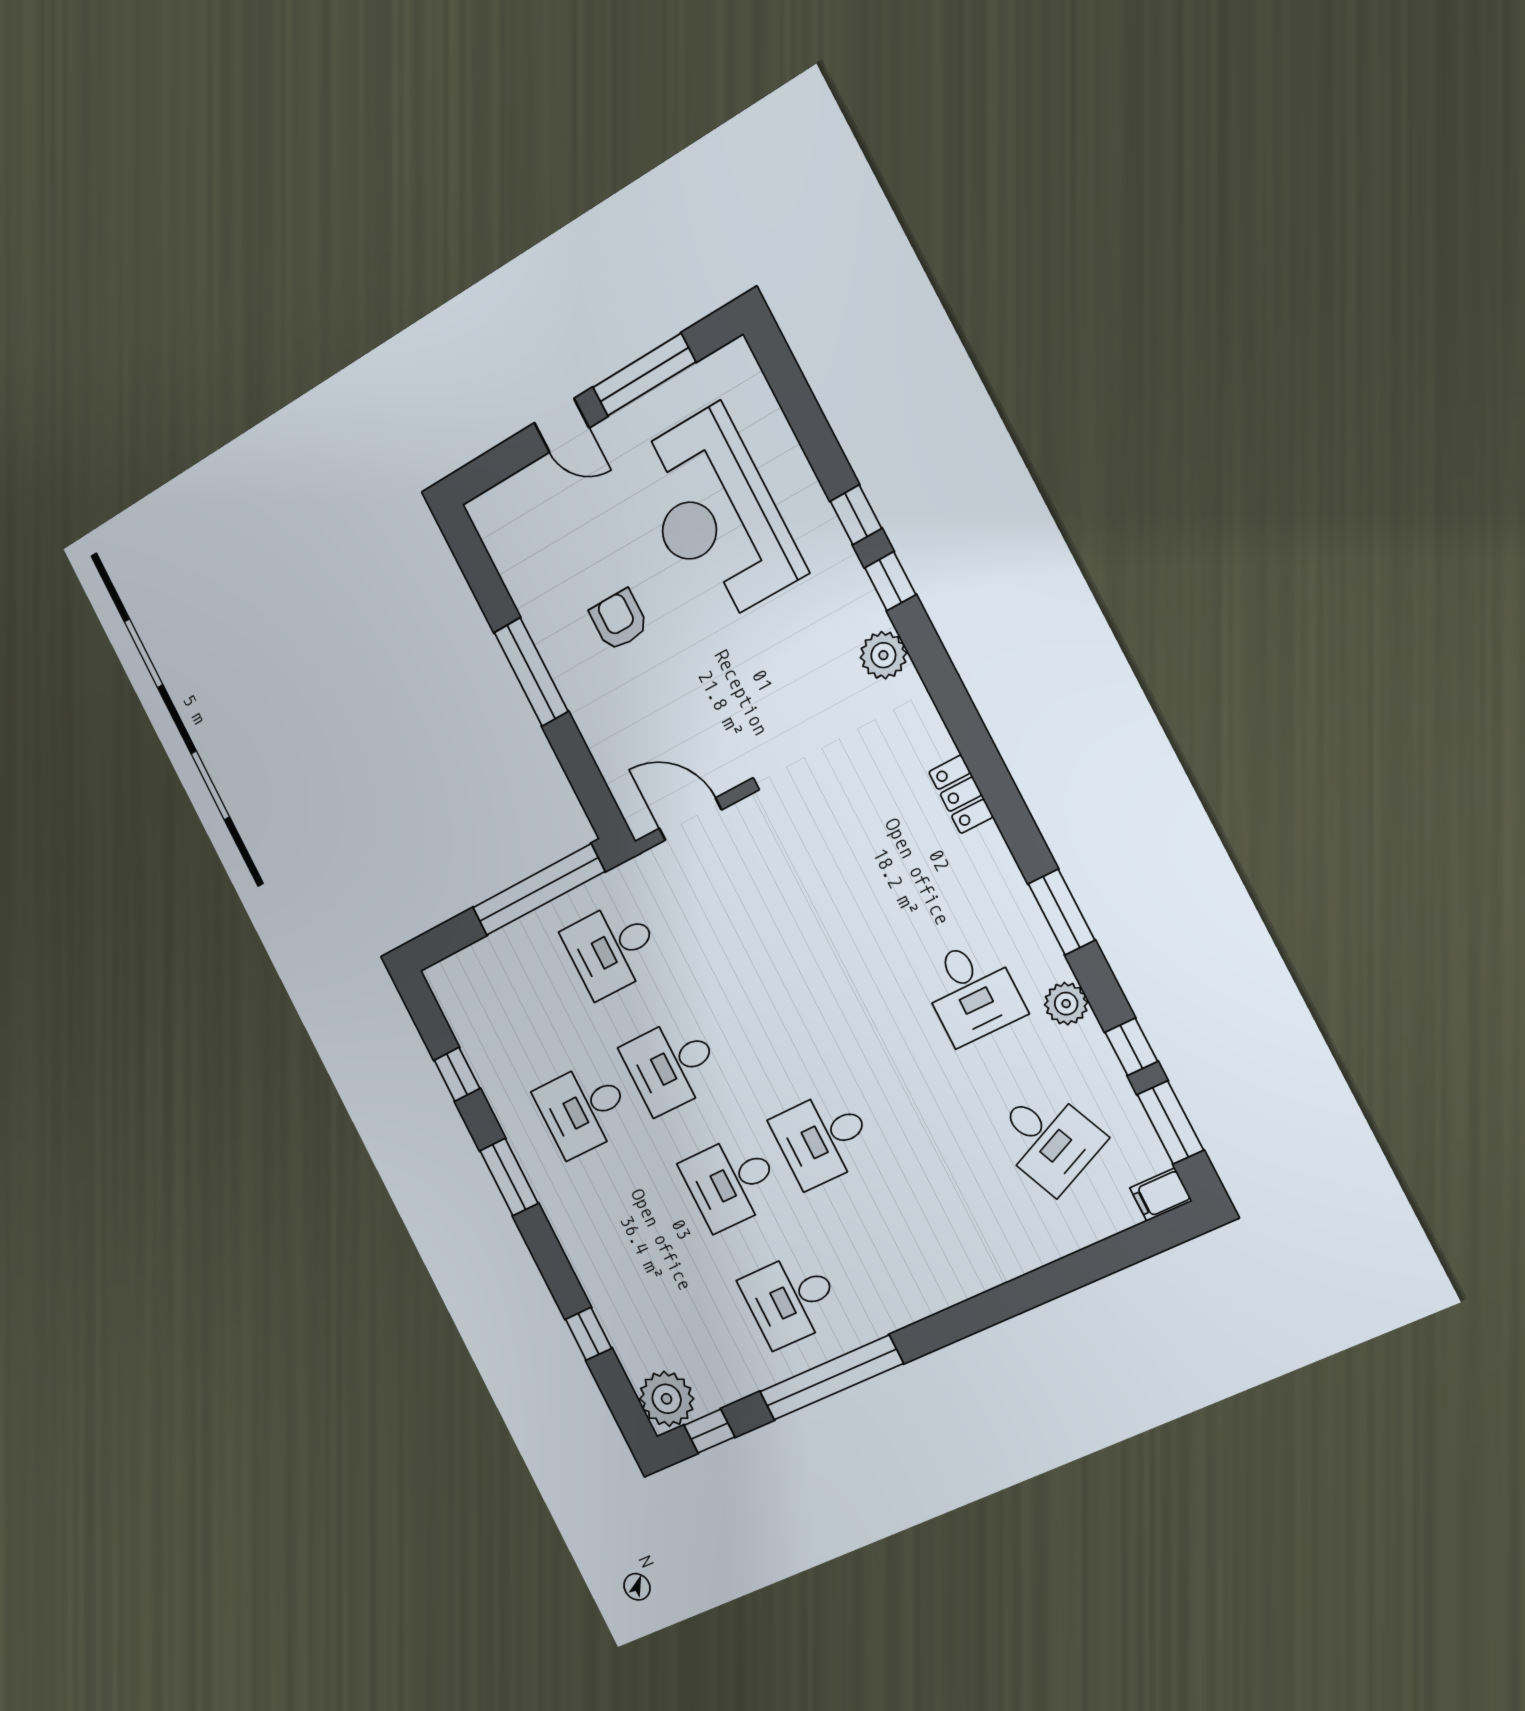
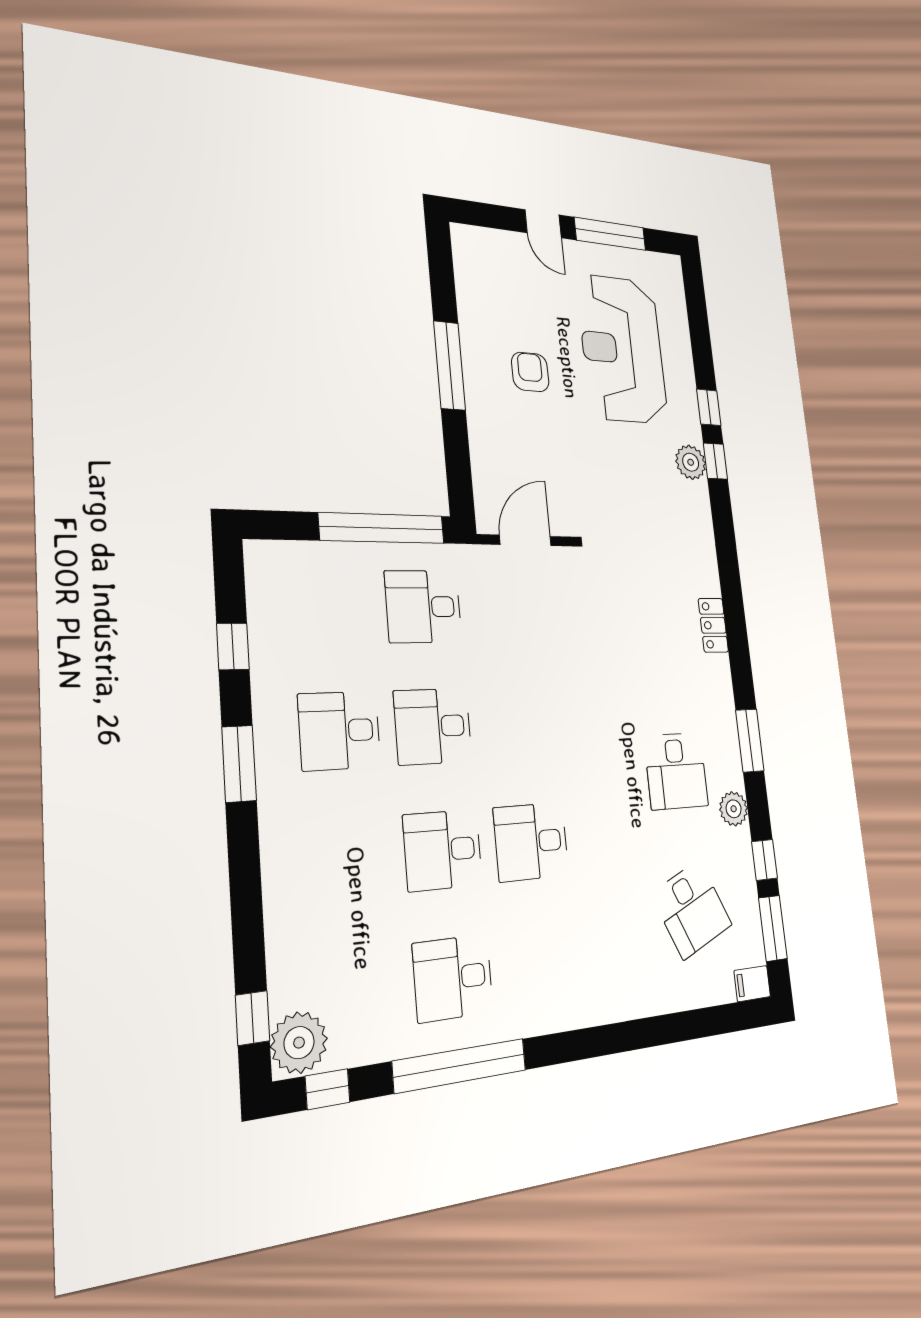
plant: (883, 655) -> (691, 462), moved
door: (690, 819) -> (525, 540), hinge flipped
window: (589, 1334) -> (253, 1018), moved

